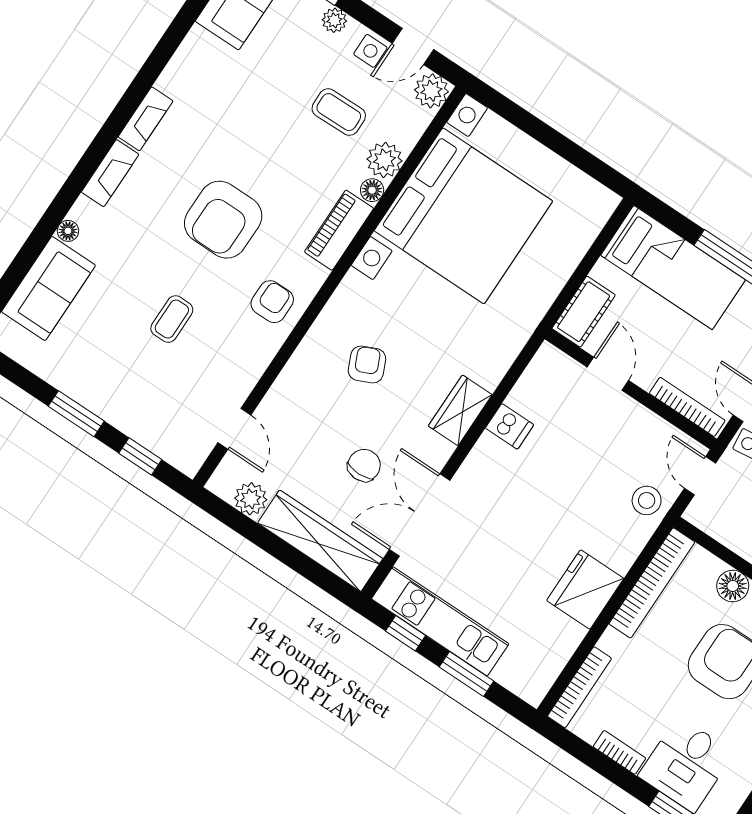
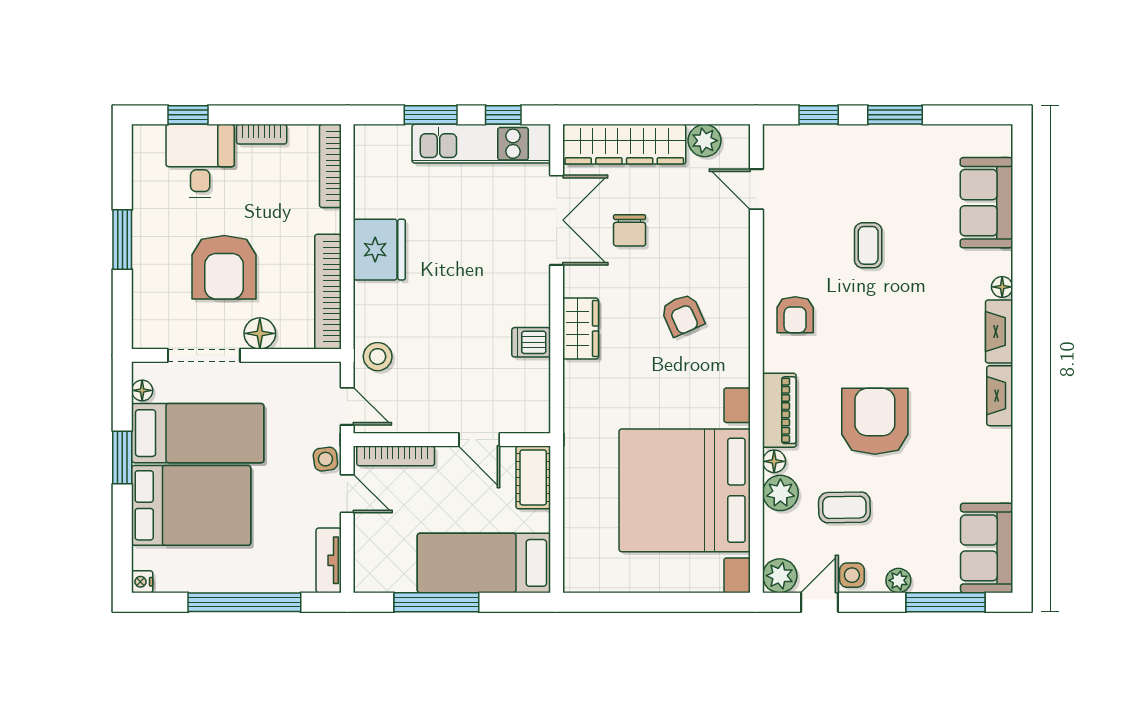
armchair: (223, 220) -> (875, 421), moved
floor lamp: (68, 231) -> (1002, 287), moved

